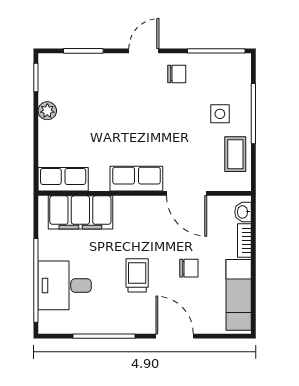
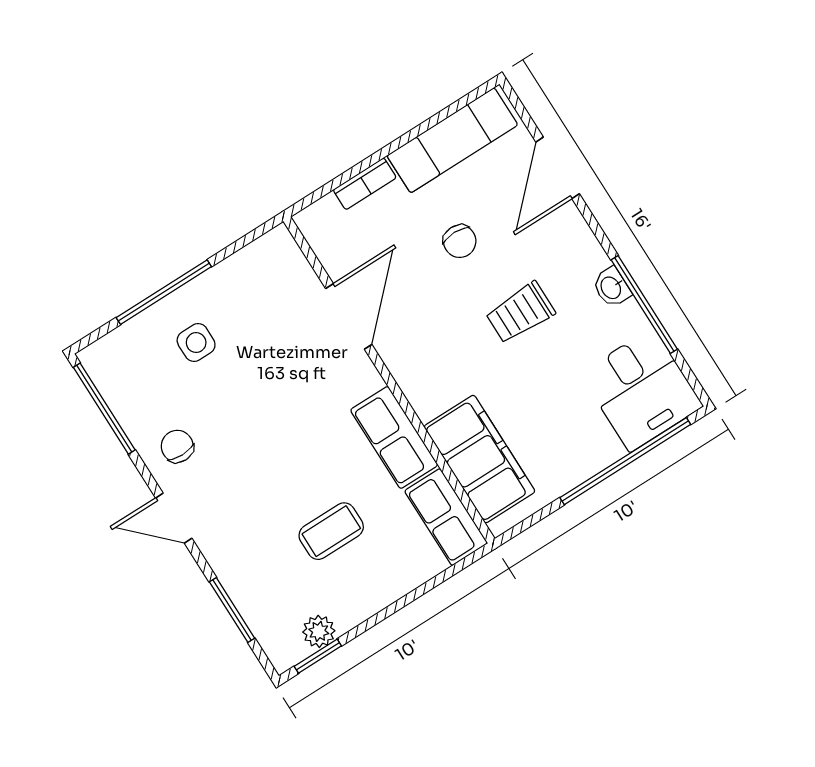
plant: (47, 111) -> (319, 631), moved
coffee table: (235, 154) -> (331, 531), moved
row of seats: (136, 179) -> (394, 437), moved
washbasin: (243, 212) -> (611, 287), moved, turned 90
chair: (189, 268) -> (460, 241), turned 180
desk: (65, 285) -> (641, 390), moved
door: (175, 336) -> (558, 168), moved

